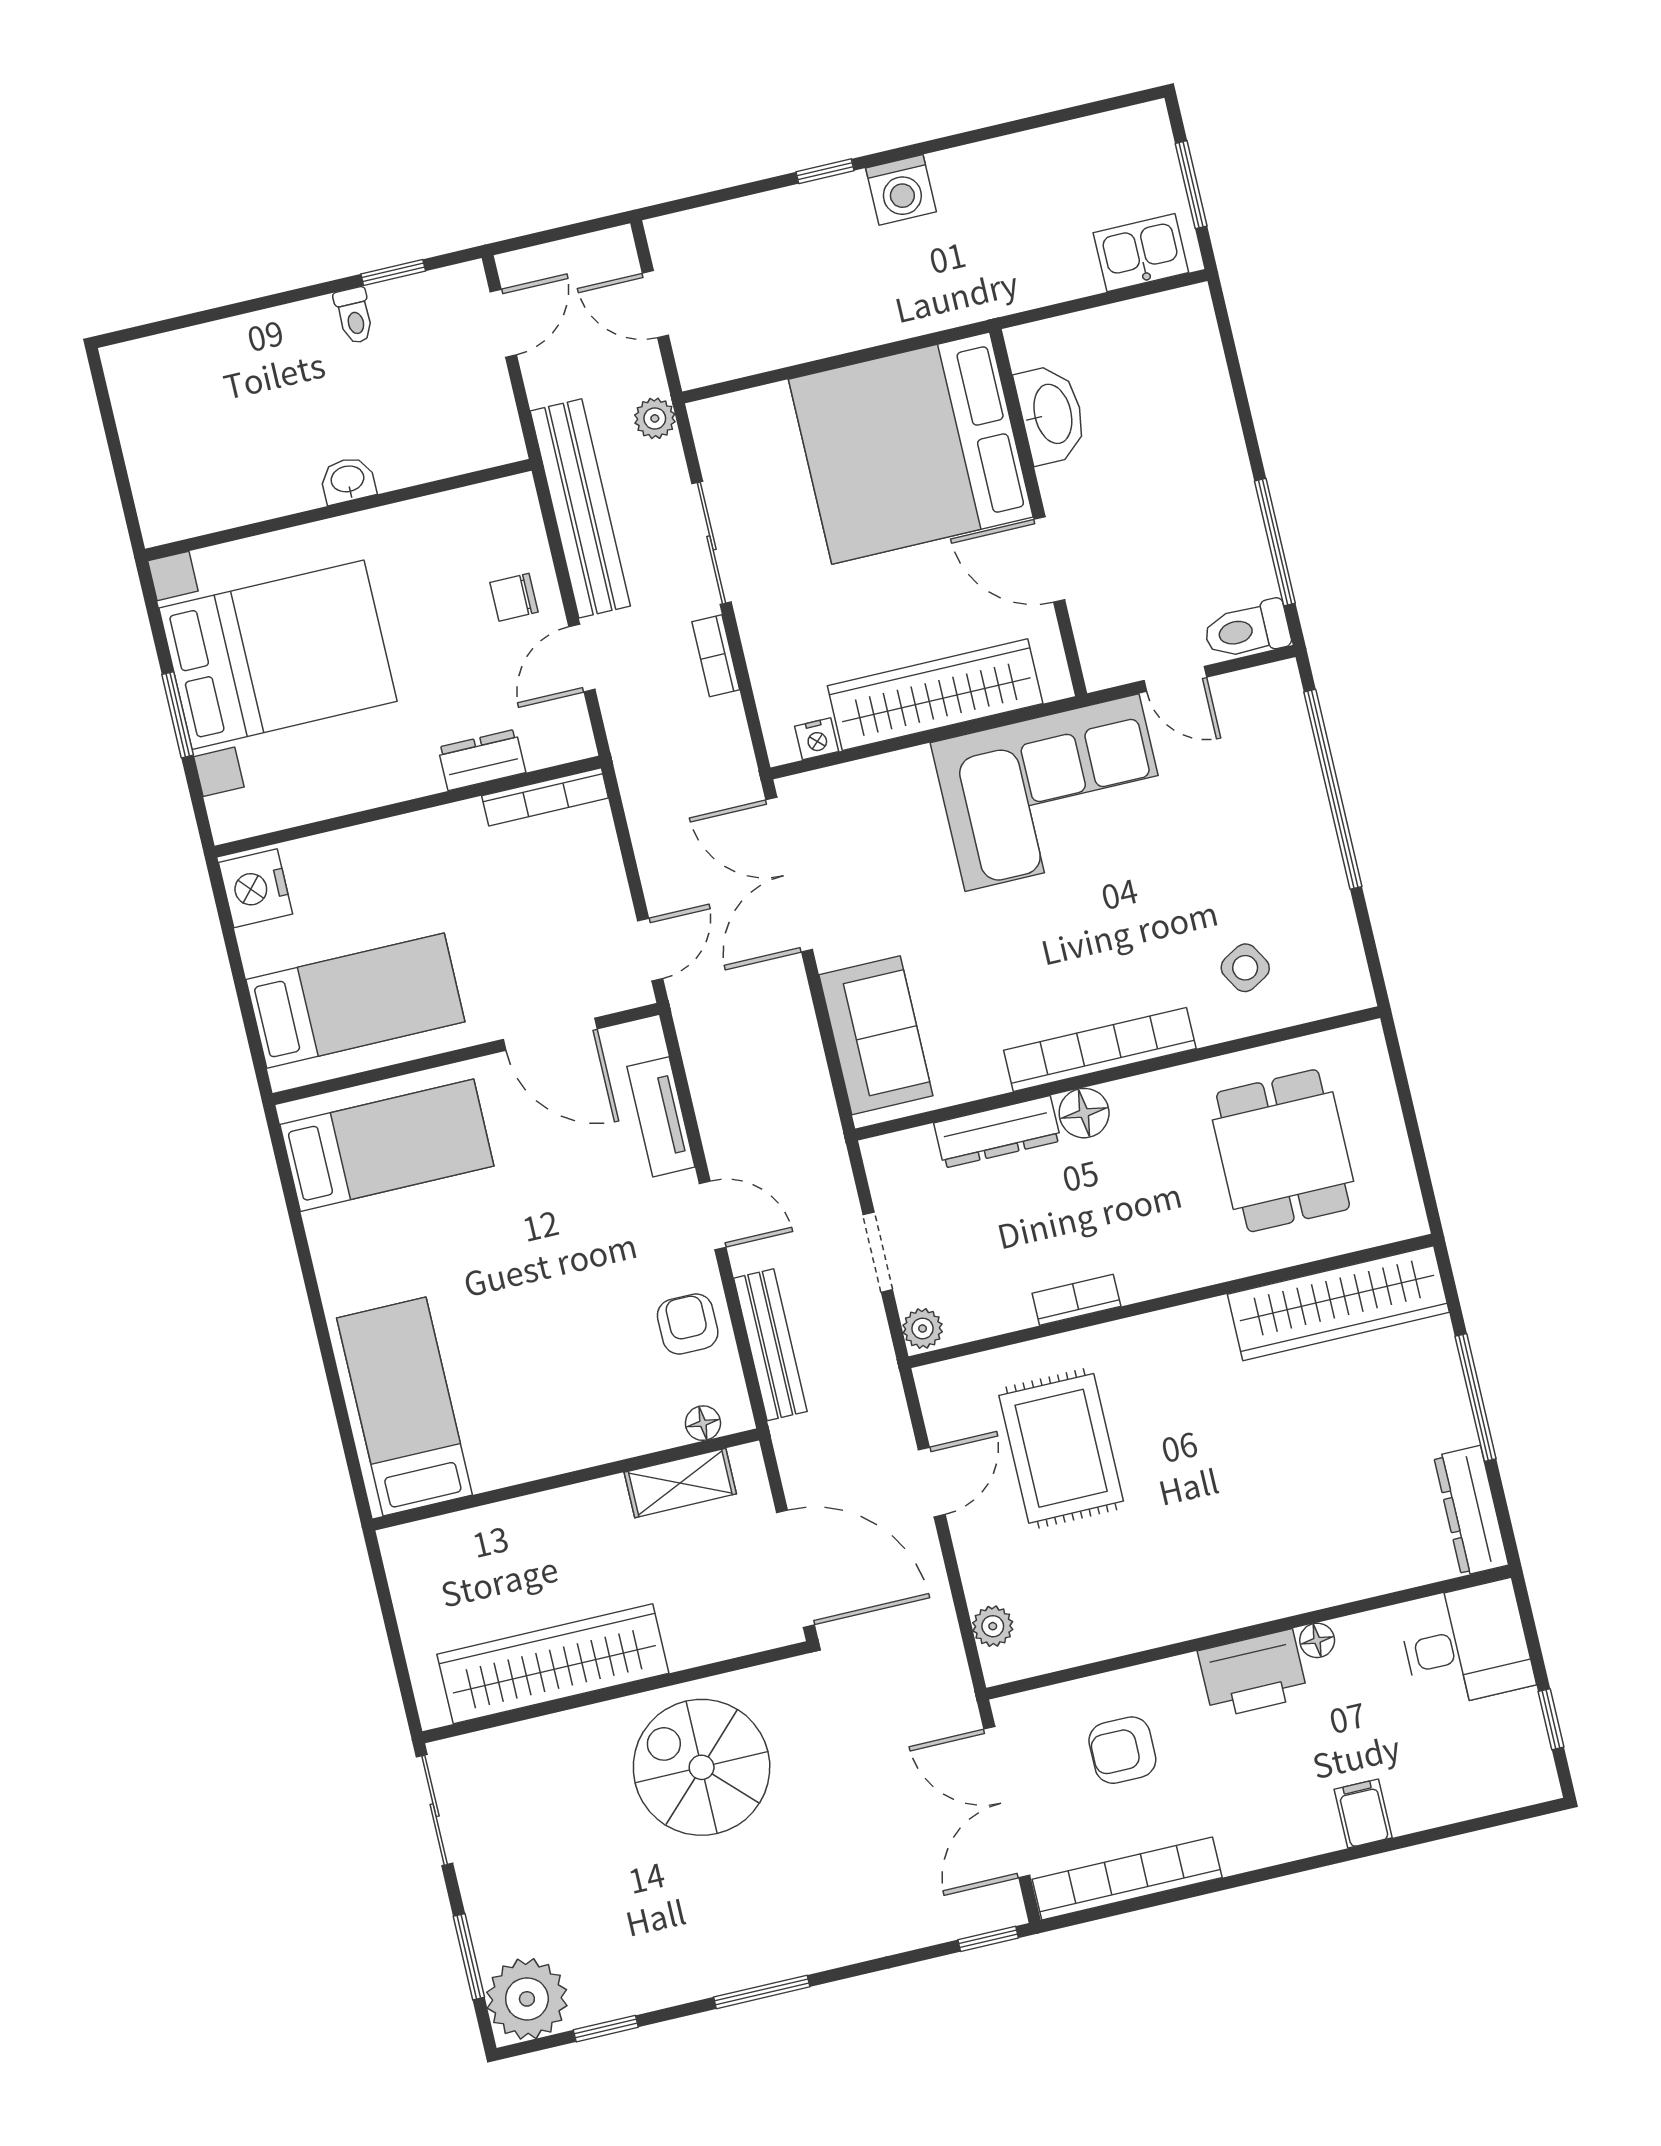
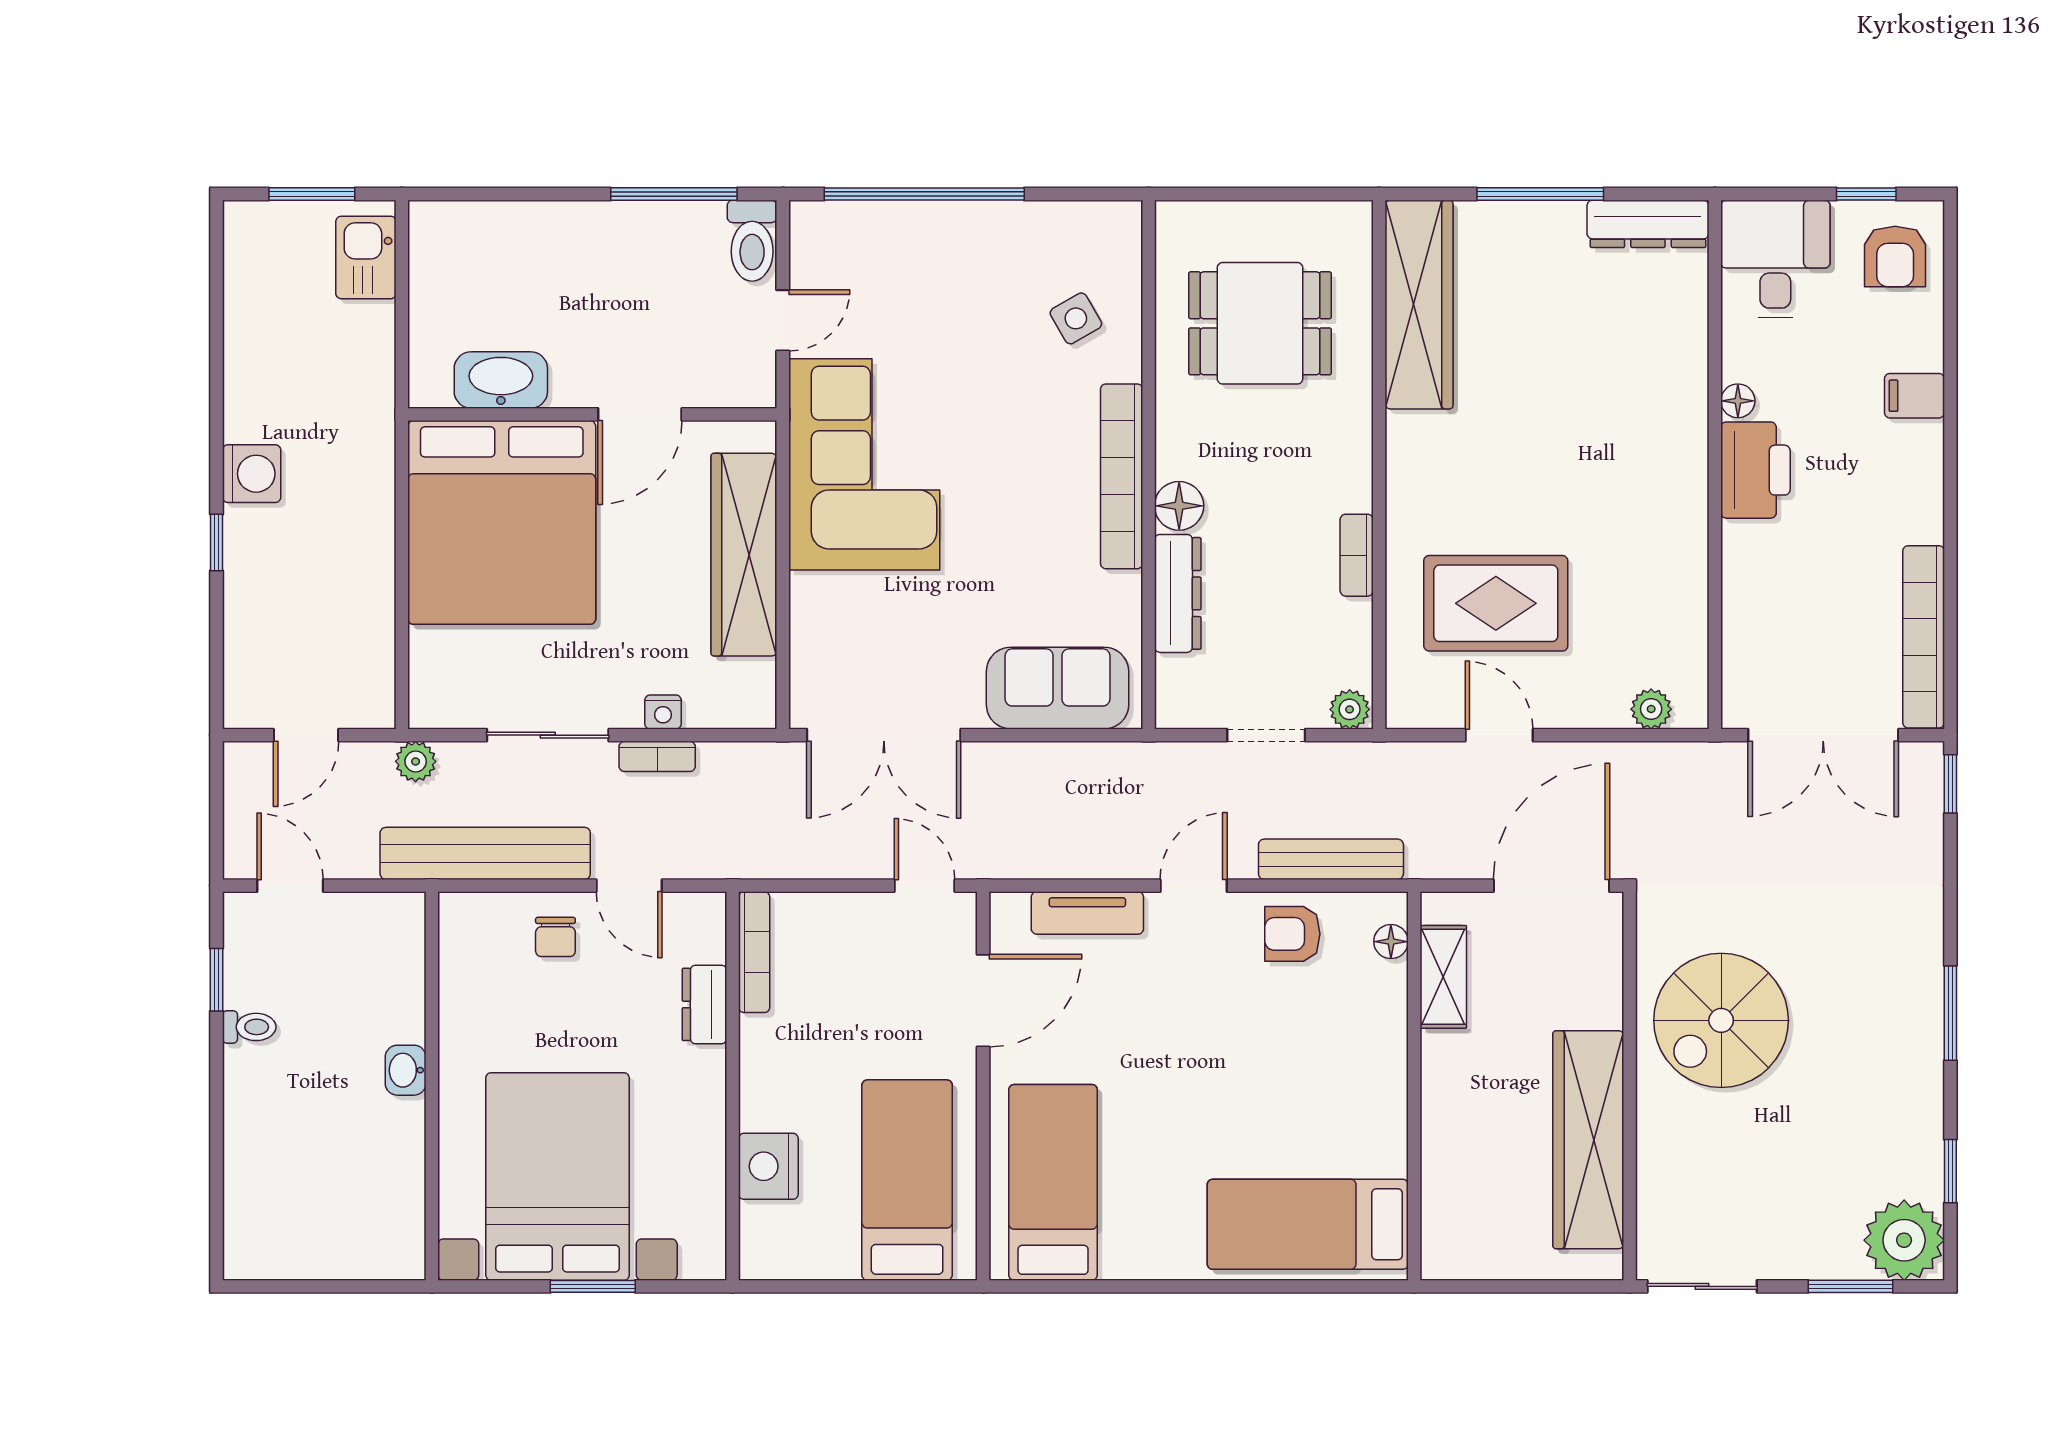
nightstand: (817, 739) -> (663, 712), moved, turned 90
nightstand: (256, 888) -> (768, 1166), moved, turned 90
armchair: (1122, 1750) -> (1895, 256), moved

